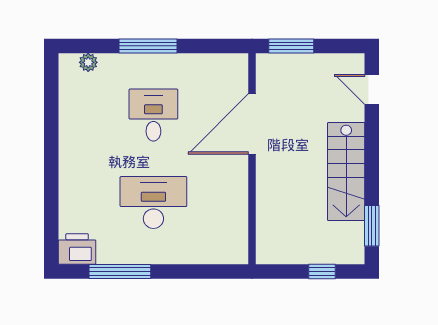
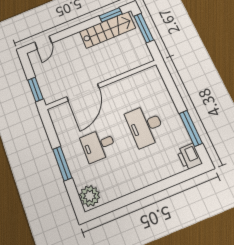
plant: (88, 62) -> (90, 196), width x1.88, depth x1.88
door: (252, 124) -> (83, 92), hinge flipped
stairs: (346, 172) -> (107, 30), moved
window: (322, 272) -> (144, 28), width x2.17

